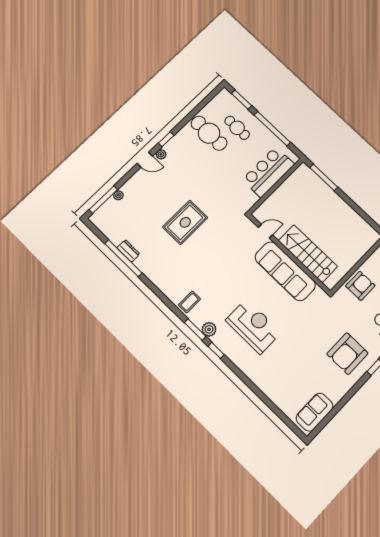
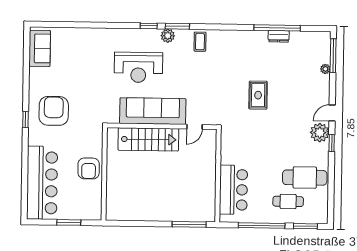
plant: (161, 154) -> (320, 133), width x1.88, depth x1.88
rug: (185, 222) -> (258, 95), width x0.73, depth x0.70
door: (265, 231) -> (194, 127), moved
wall: (289, 254) -> (162, 126), moved
stairs: (308, 254) -> (148, 139), moved
sofa: (285, 271) -> (153, 111), moved

